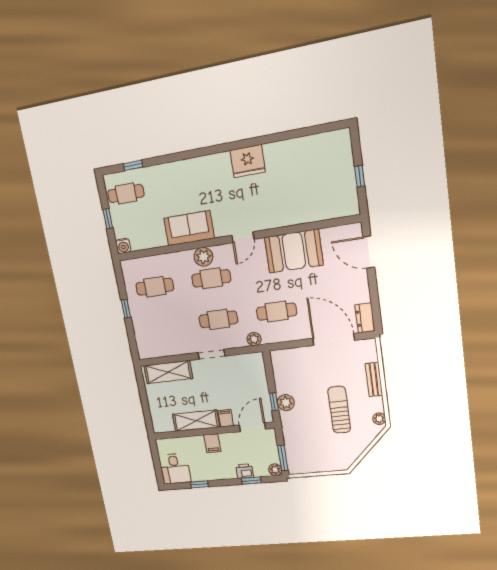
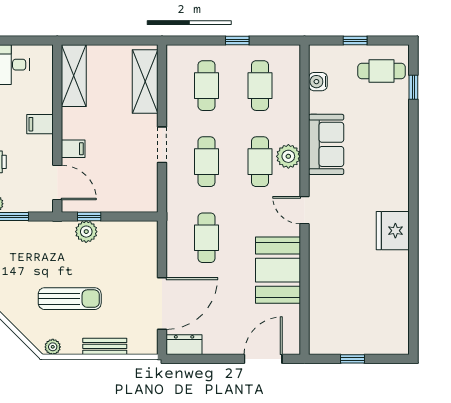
cafe table: (126, 194) -> (382, 71), turned 90
water cooler: (123, 246) -> (318, 82), moved
cafe table: (162, 327) -> (207, 86), added
plant: (254, 339) -> (175, 204), removed
shelving: (196, 421) -> (74, 76), moved

